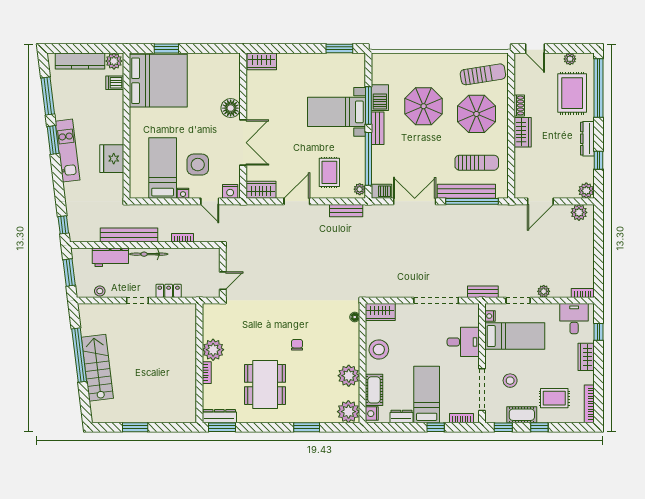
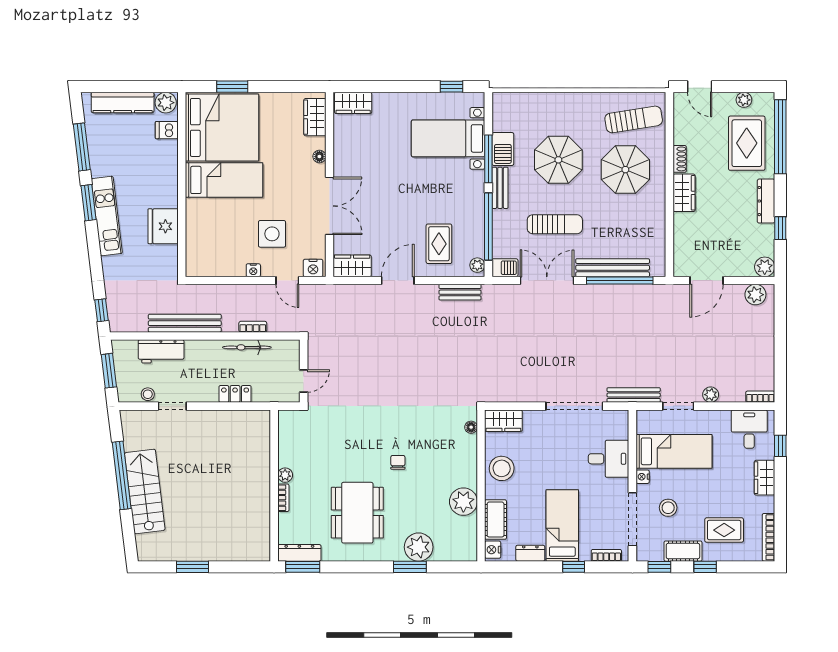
window: (339, 48) -> (452, 87), width x0.67
wardrobe: (232, 73) -> (315, 117), added
floor lamp: (231, 108) -> (319, 156), width x0.53, depth x0.53
bed with nightstands: (337, 112) -> (448, 138), moved
sun lounger: (477, 163) -> (555, 224), moved
bed: (163, 168) -> (224, 180), moved, turned 90
bicycle: (149, 254) -> (247, 347), moved
bench: (483, 292) -> (634, 395), width x1.36
doorway: (137, 300) -> (172, 406), moved
nightstand: (490, 316) -> (643, 477), moved
plant: (213, 350) -> (285, 475), width x0.53, depth x0.53
plant: (348, 412) -> (419, 547), moved

